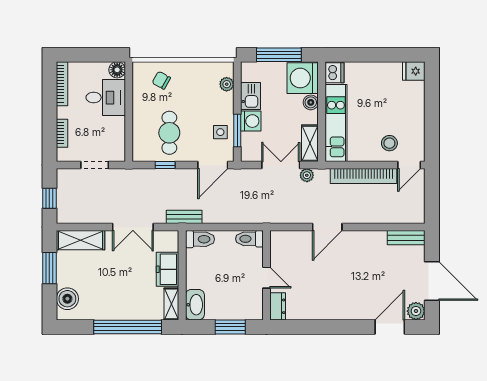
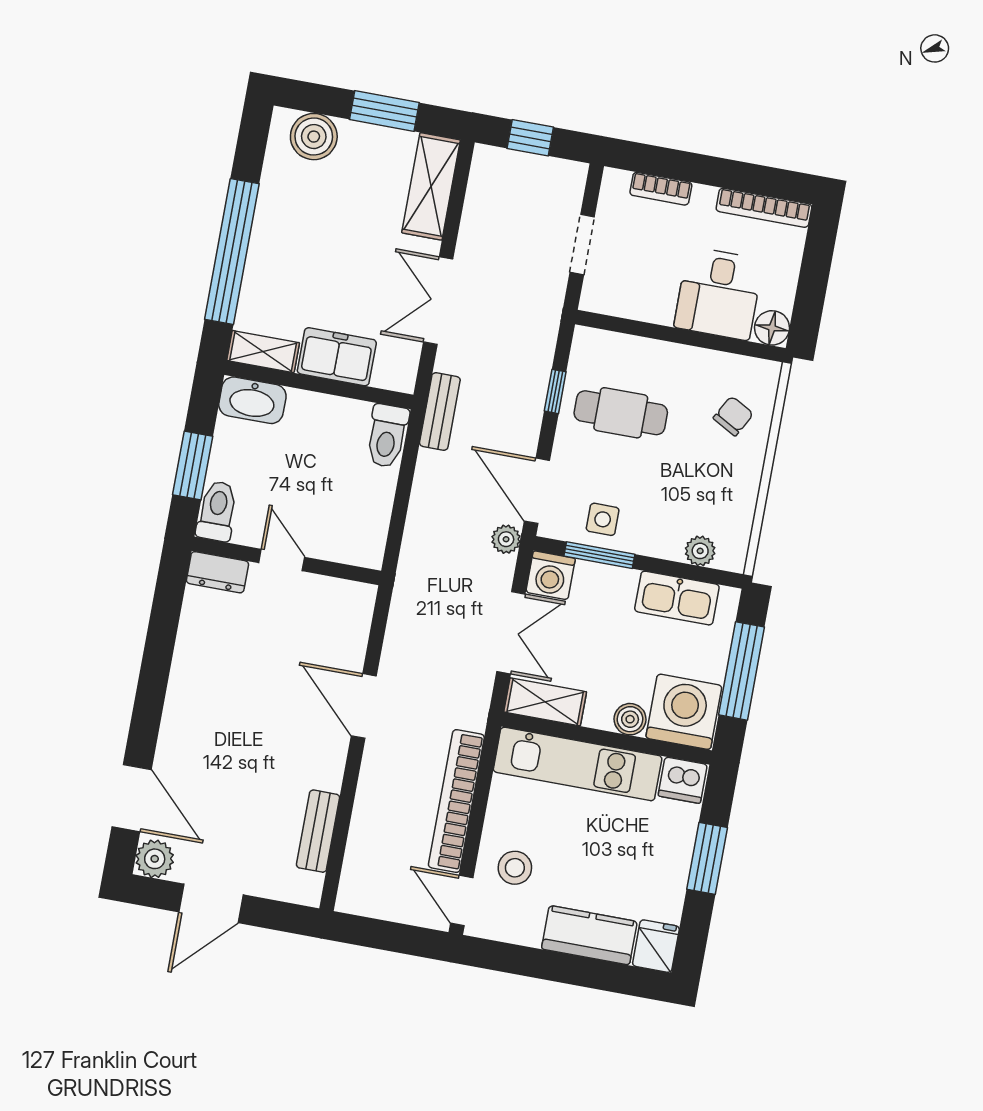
window: (369, 55) -> (707, 858), added
kitchen sink: (251, 96) -> (677, 598), width x1.38
kitchen counter: (414, 103) -> (589, 935), added
washing machine: (251, 121) -> (551, 575), moved
plant: (307, 175) -> (506, 539), moved
bench: (406, 238) -> (318, 831), moved
toilet: (249, 239) -> (217, 511), moved
door: (267, 278) -> (282, 560), swing flipped
door: (432, 281) -> (211, 903), width x0.73

